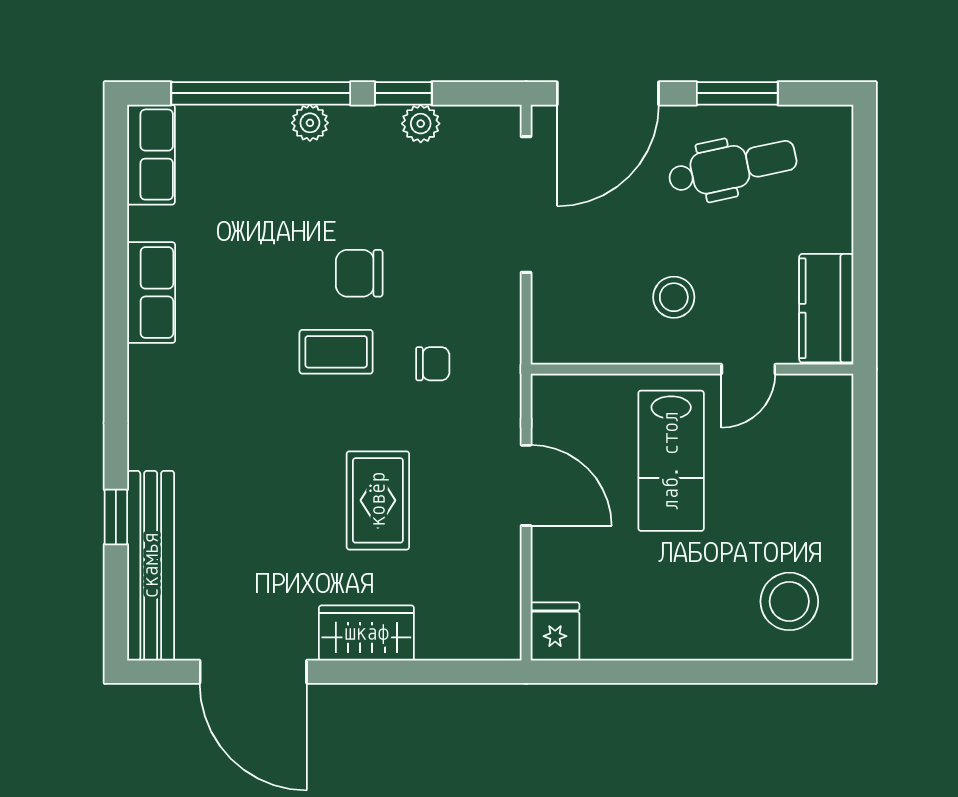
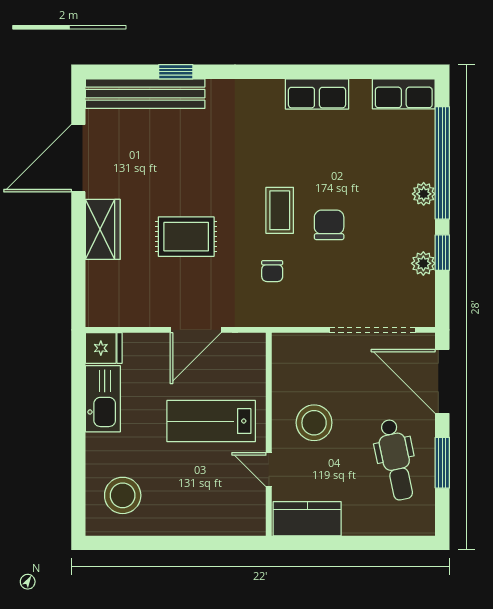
stool: (674, 297) -> (314, 423), width x1.38, depth x1.38
kitchen sink: (636, 633) -> (103, 399), added

